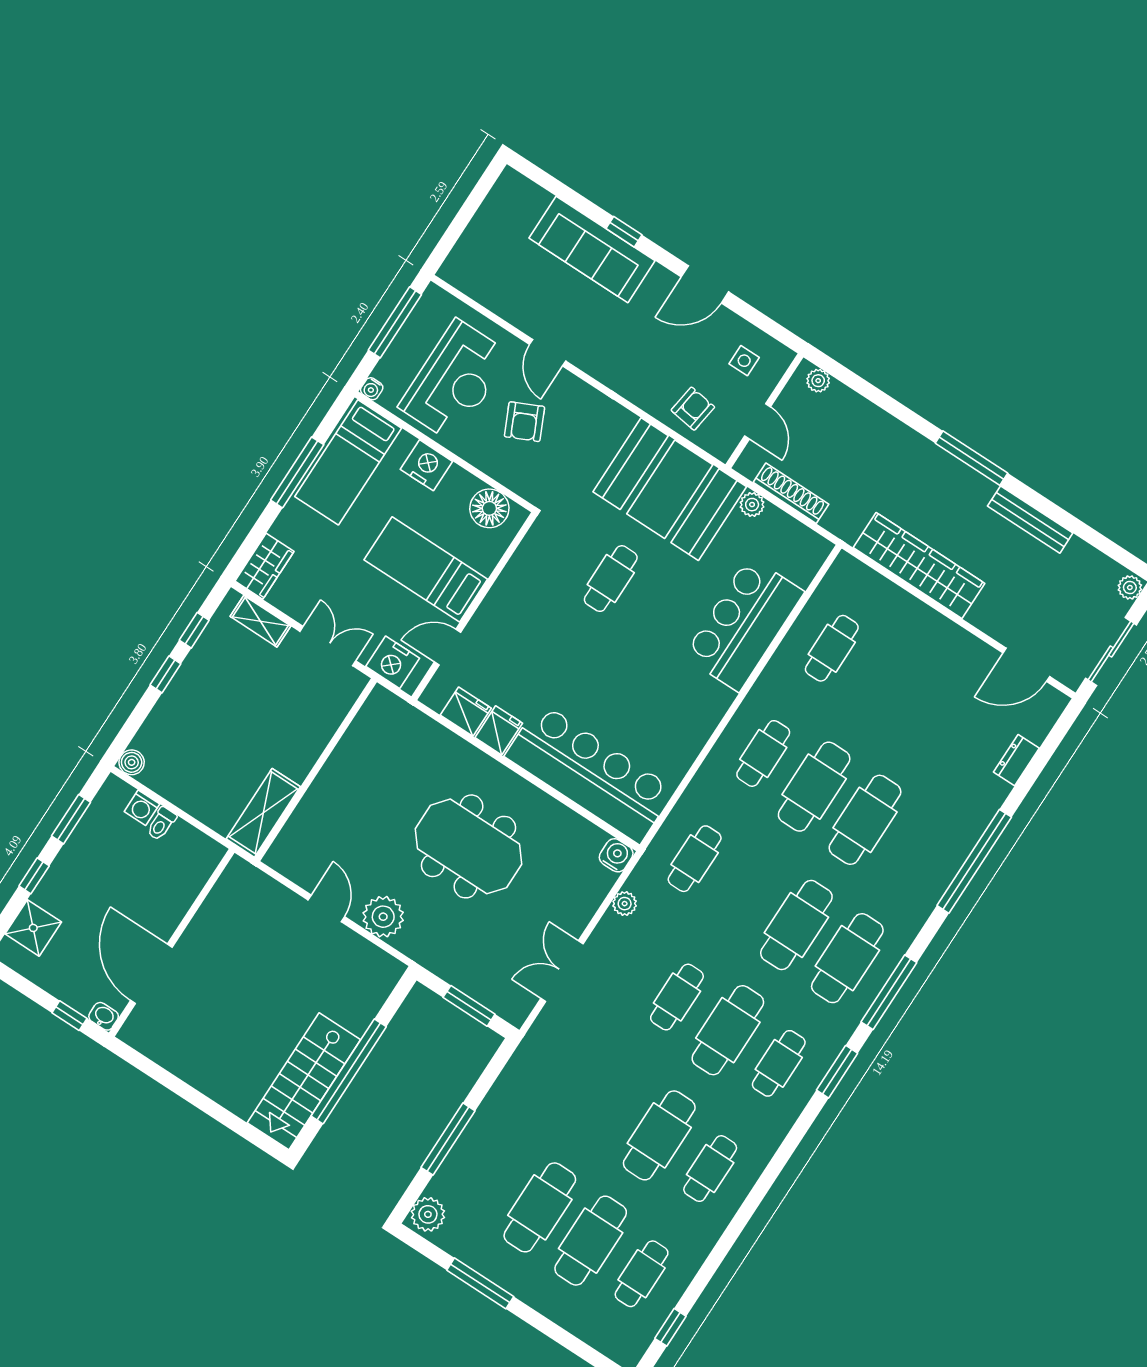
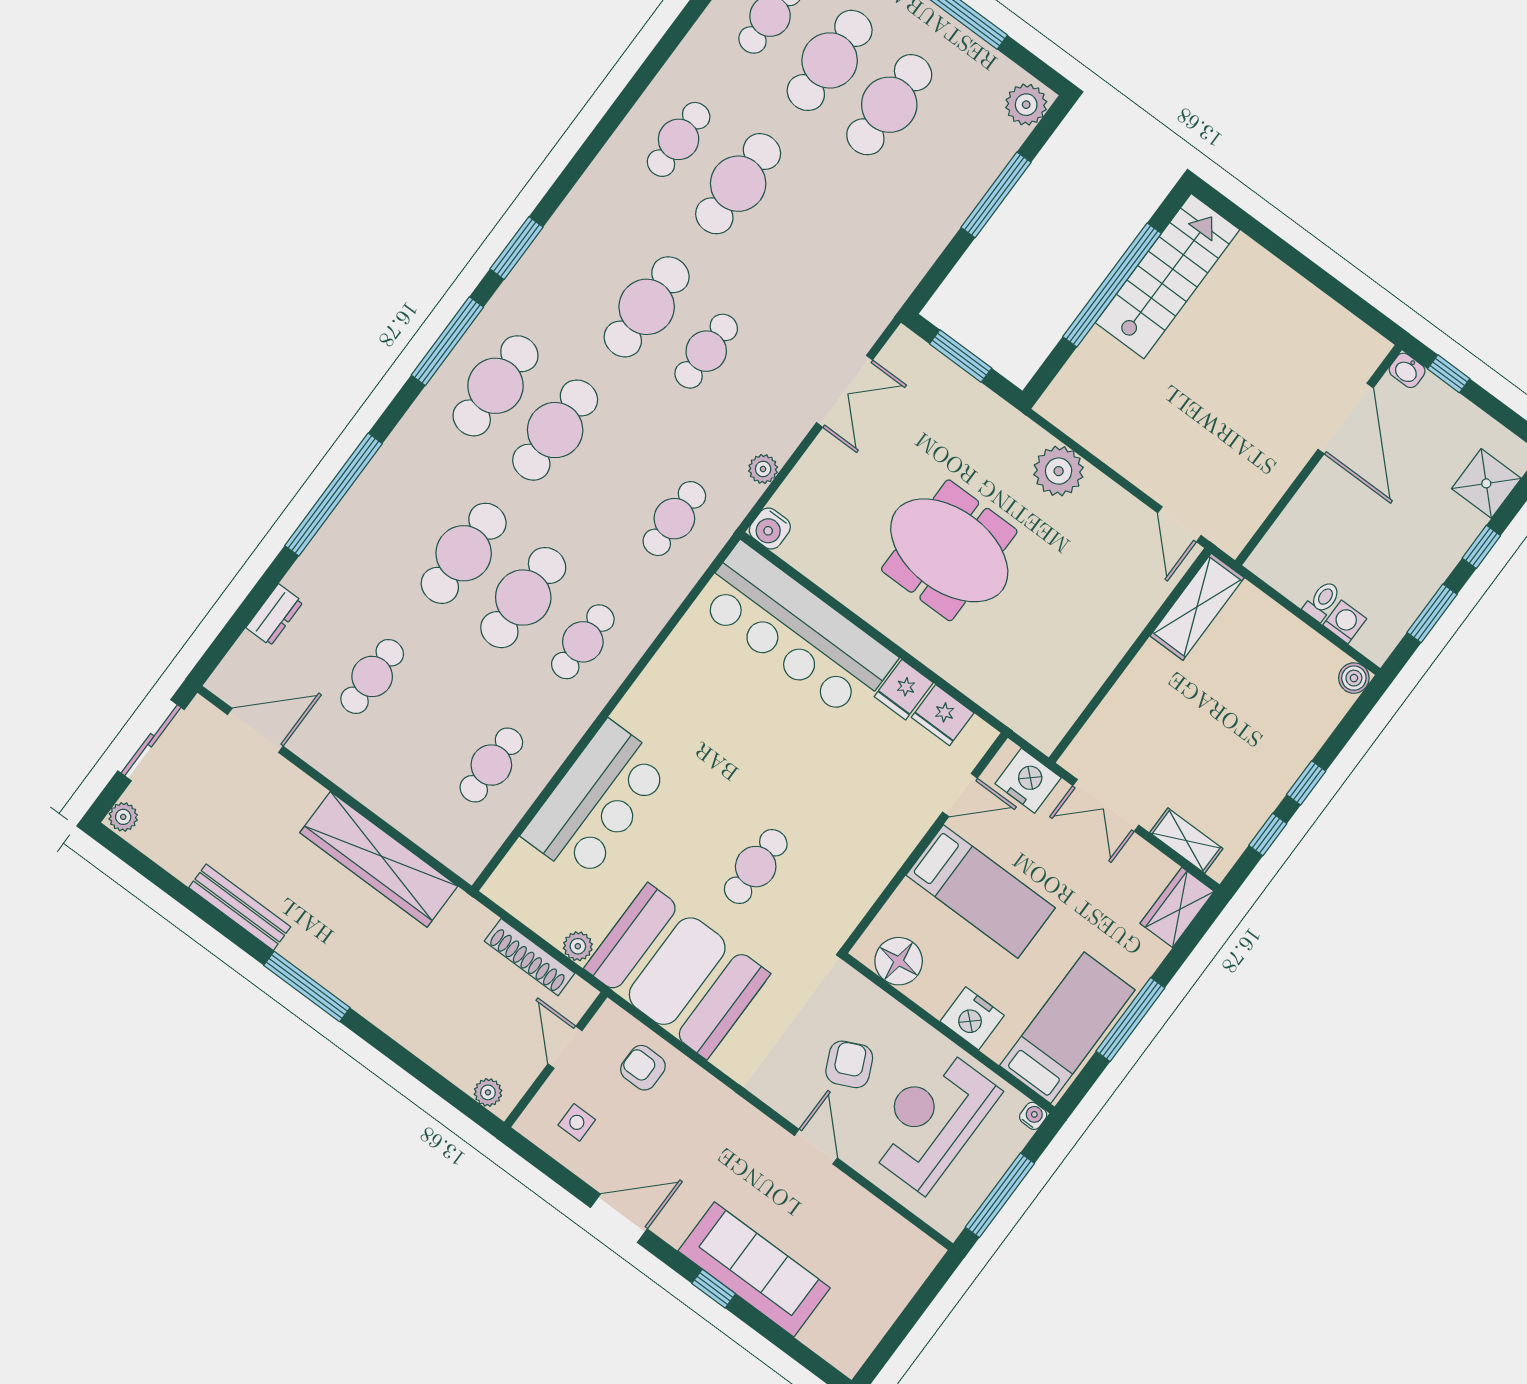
armchair: (693, 409) -> (643, 1068), turned 82
door: (326, 908) -> (1179, 524), moved
cafe table: (779, 1063) -> (372, 676), moved

